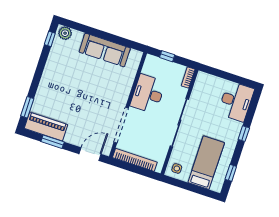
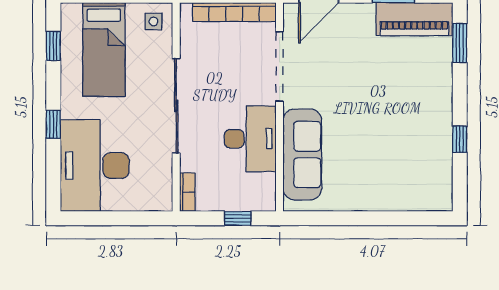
plant: (65, 33) -> (436, 199), removed
window: (50, 39) -> (460, 139), moved
sofa: (105, 50) -> (302, 154), moved, turned 90
desk: (236, 101) -> (95, 166), width x1.36, depth x1.30

